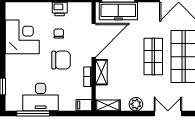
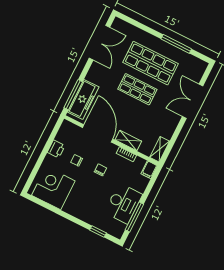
corner desk: (22, 37) -> (53, 188), moved
chair: (61, 60) -> (100, 170), width x0.54, depth x0.54
plant: (136, 104) -> (171, 125), removed
double door: (168, 113) -> (193, 101), width x1.37

